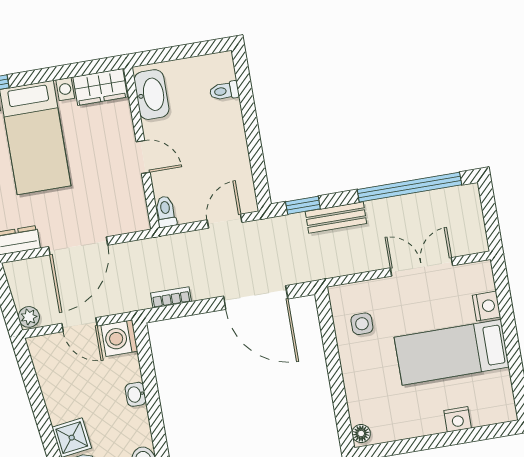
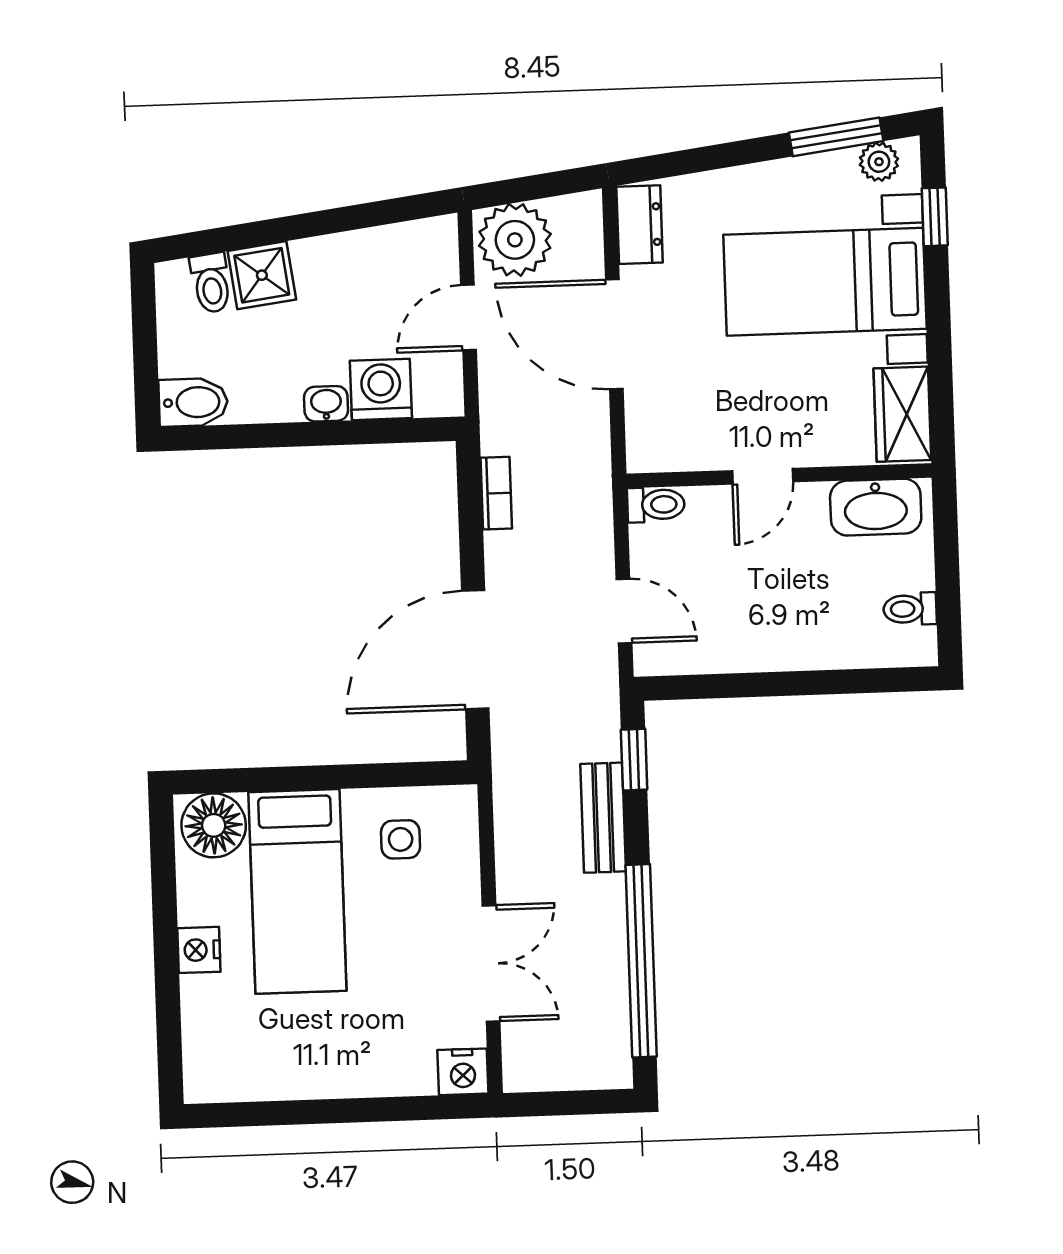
toilet: (224, 91) -> (910, 609), moved, turned -90
nightstand: (487, 306) -> (463, 1072), moved
plant: (29, 317) -> (515, 240), width x1.87, depth x1.87
washing machine: (119, 338) -> (381, 389), moved
bed: (452, 352) -> (297, 891), moved, turned 180
nightstand: (458, 419) -> (199, 950), moved
floor lamp: (361, 434) -> (214, 825), width x1.89, depth x1.89

